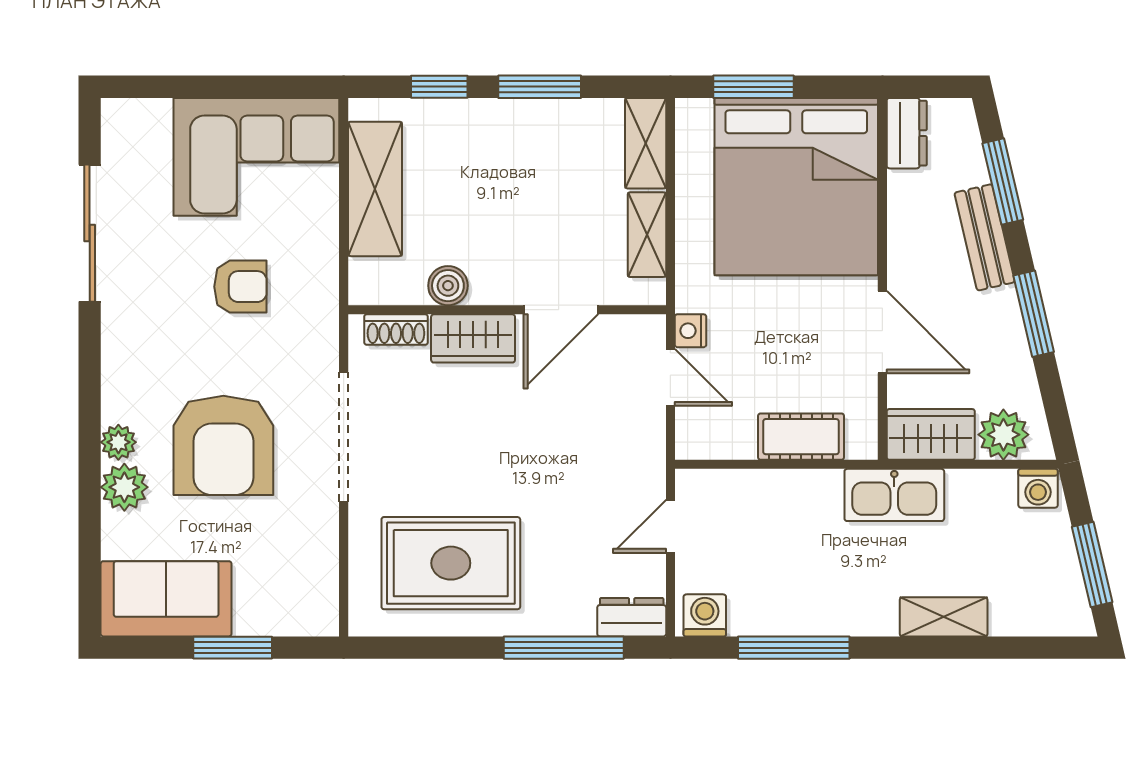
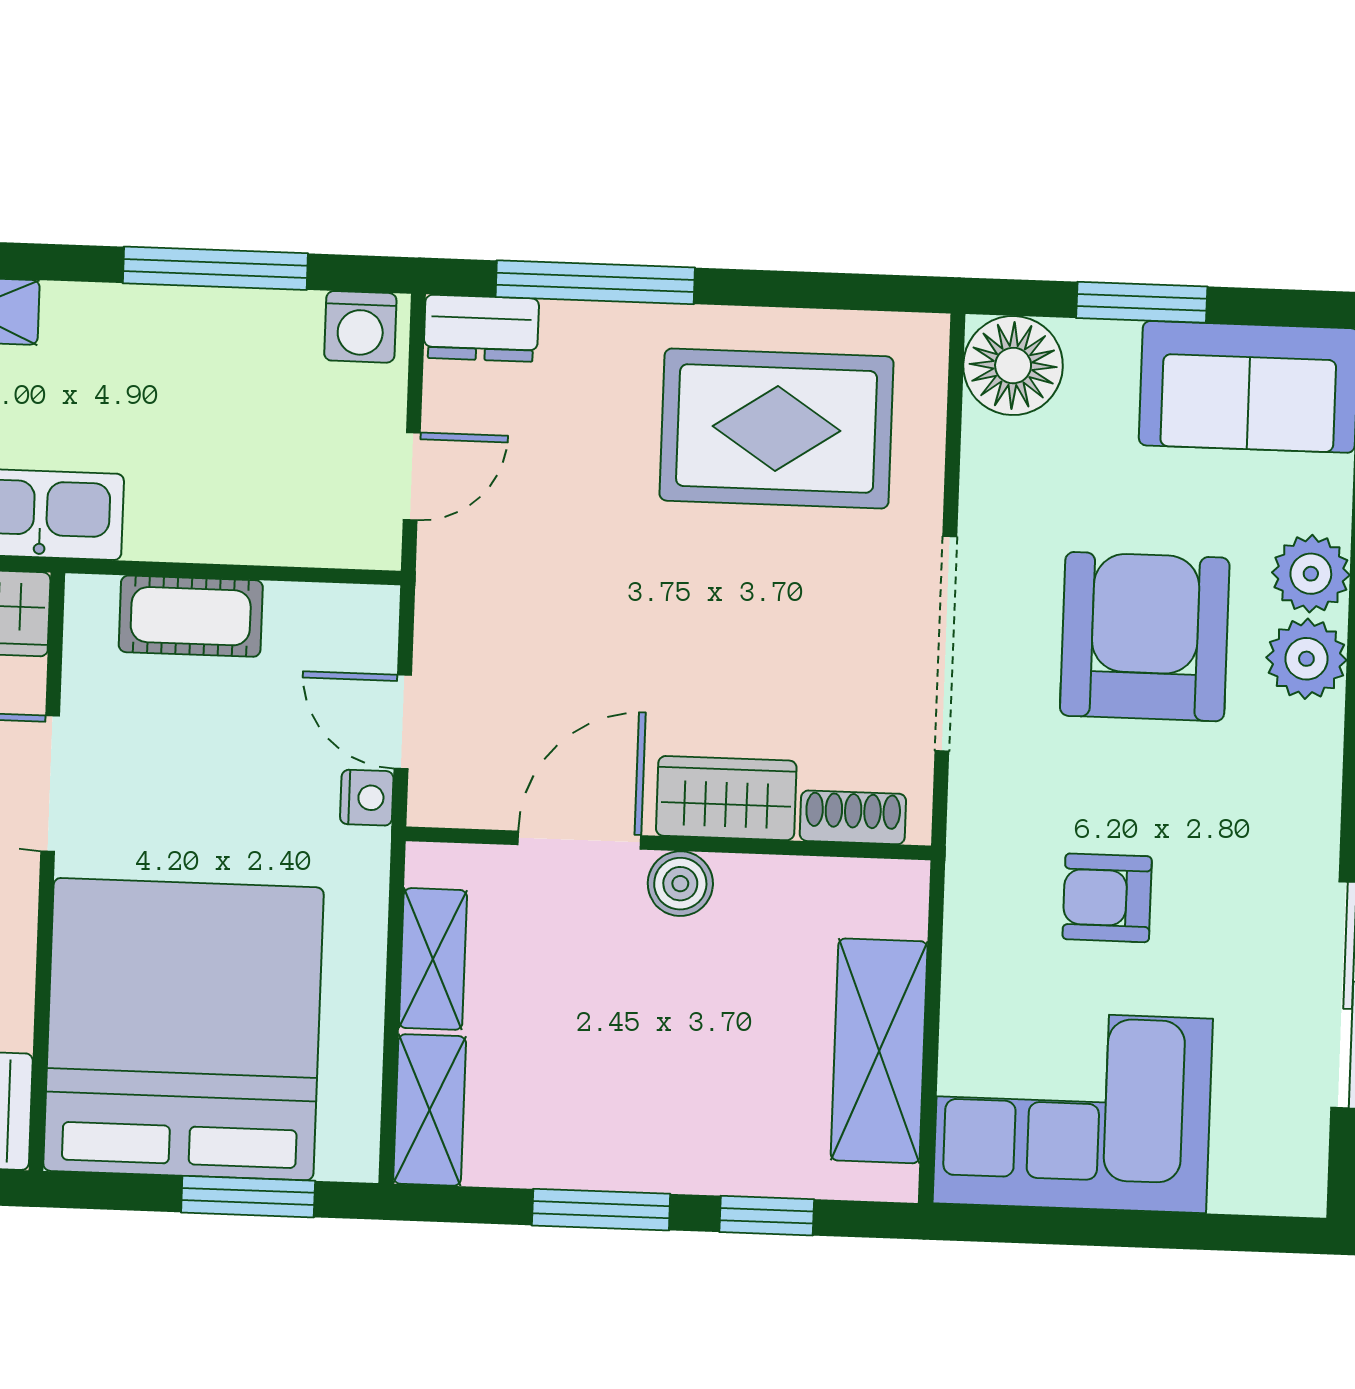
boiler: (448, 286) -> (680, 884), moved
plant: (118, 442) -> (1306, 659), width x1.38, depth x1.38
floor lamp: (309, 606) -> (1013, 366), added

